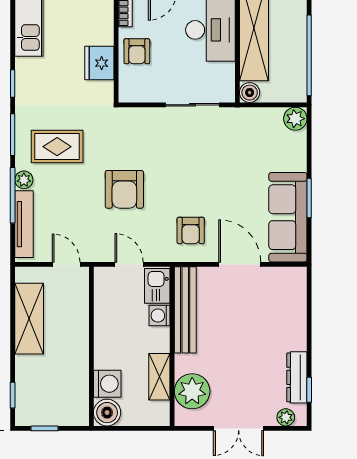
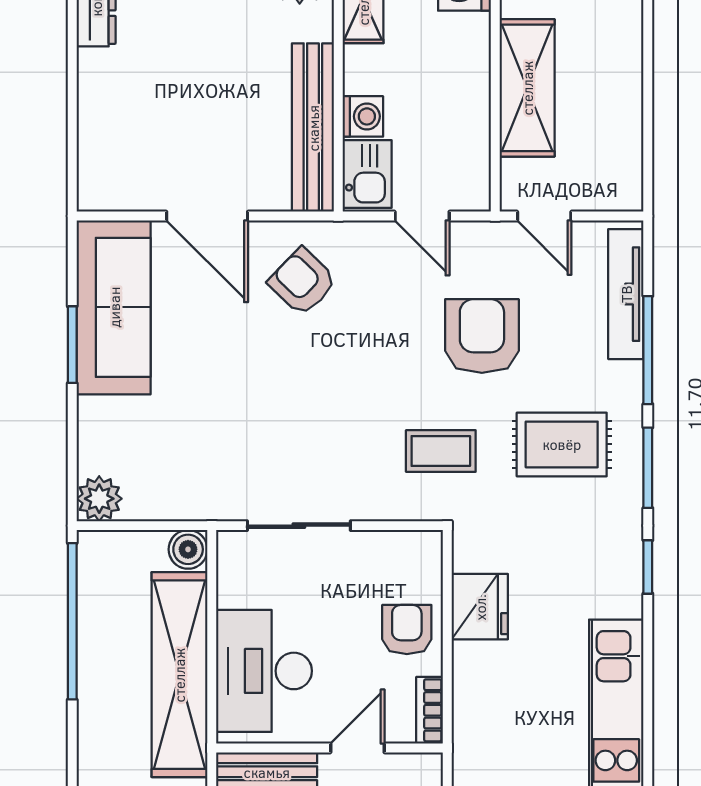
coffee table: (119, 143) -> (441, 451), added
plant: (24, 180) -> (626, 380), removed
armchair: (124, 189) -> (482, 336), moved
armchair: (191, 230) -> (302, 282), turned -46
shelving: (29, 319) -> (527, 88), moved

